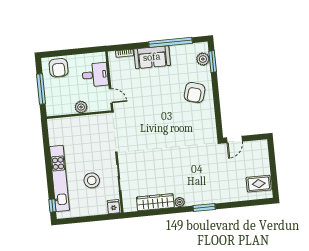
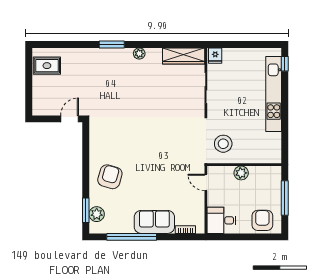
desk: (95, 75) -> (221, 220), moved
stool: (92, 180) -> (223, 144), moved
wardrobe: (155, 202) -> (184, 56), moved

